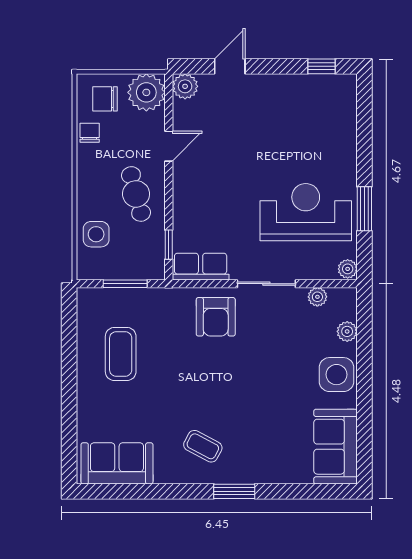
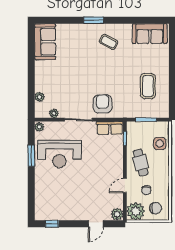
chair: (90, 133) -> (146, 190), moved
side table: (337, 375) -> (45, 76), removed

